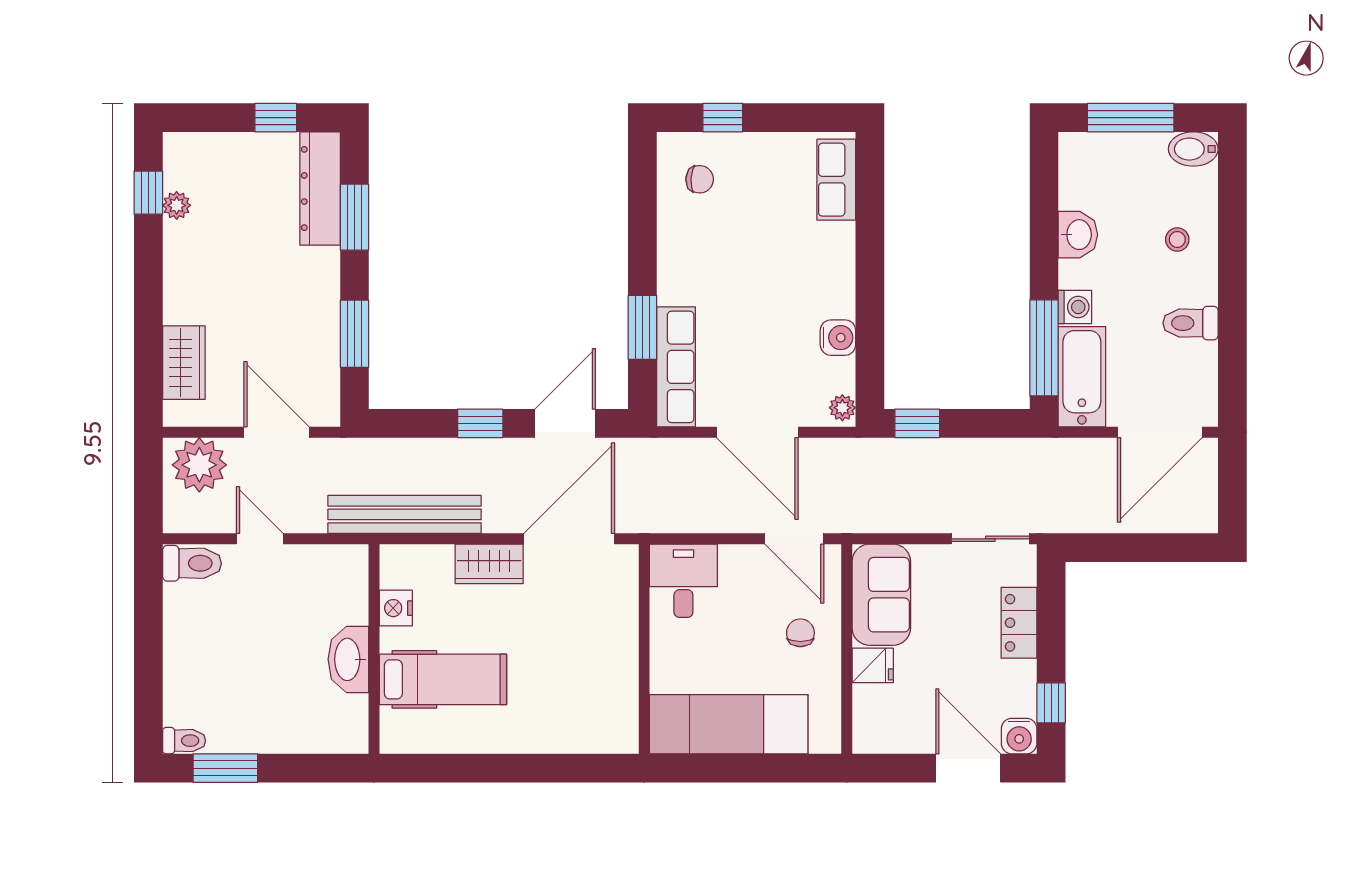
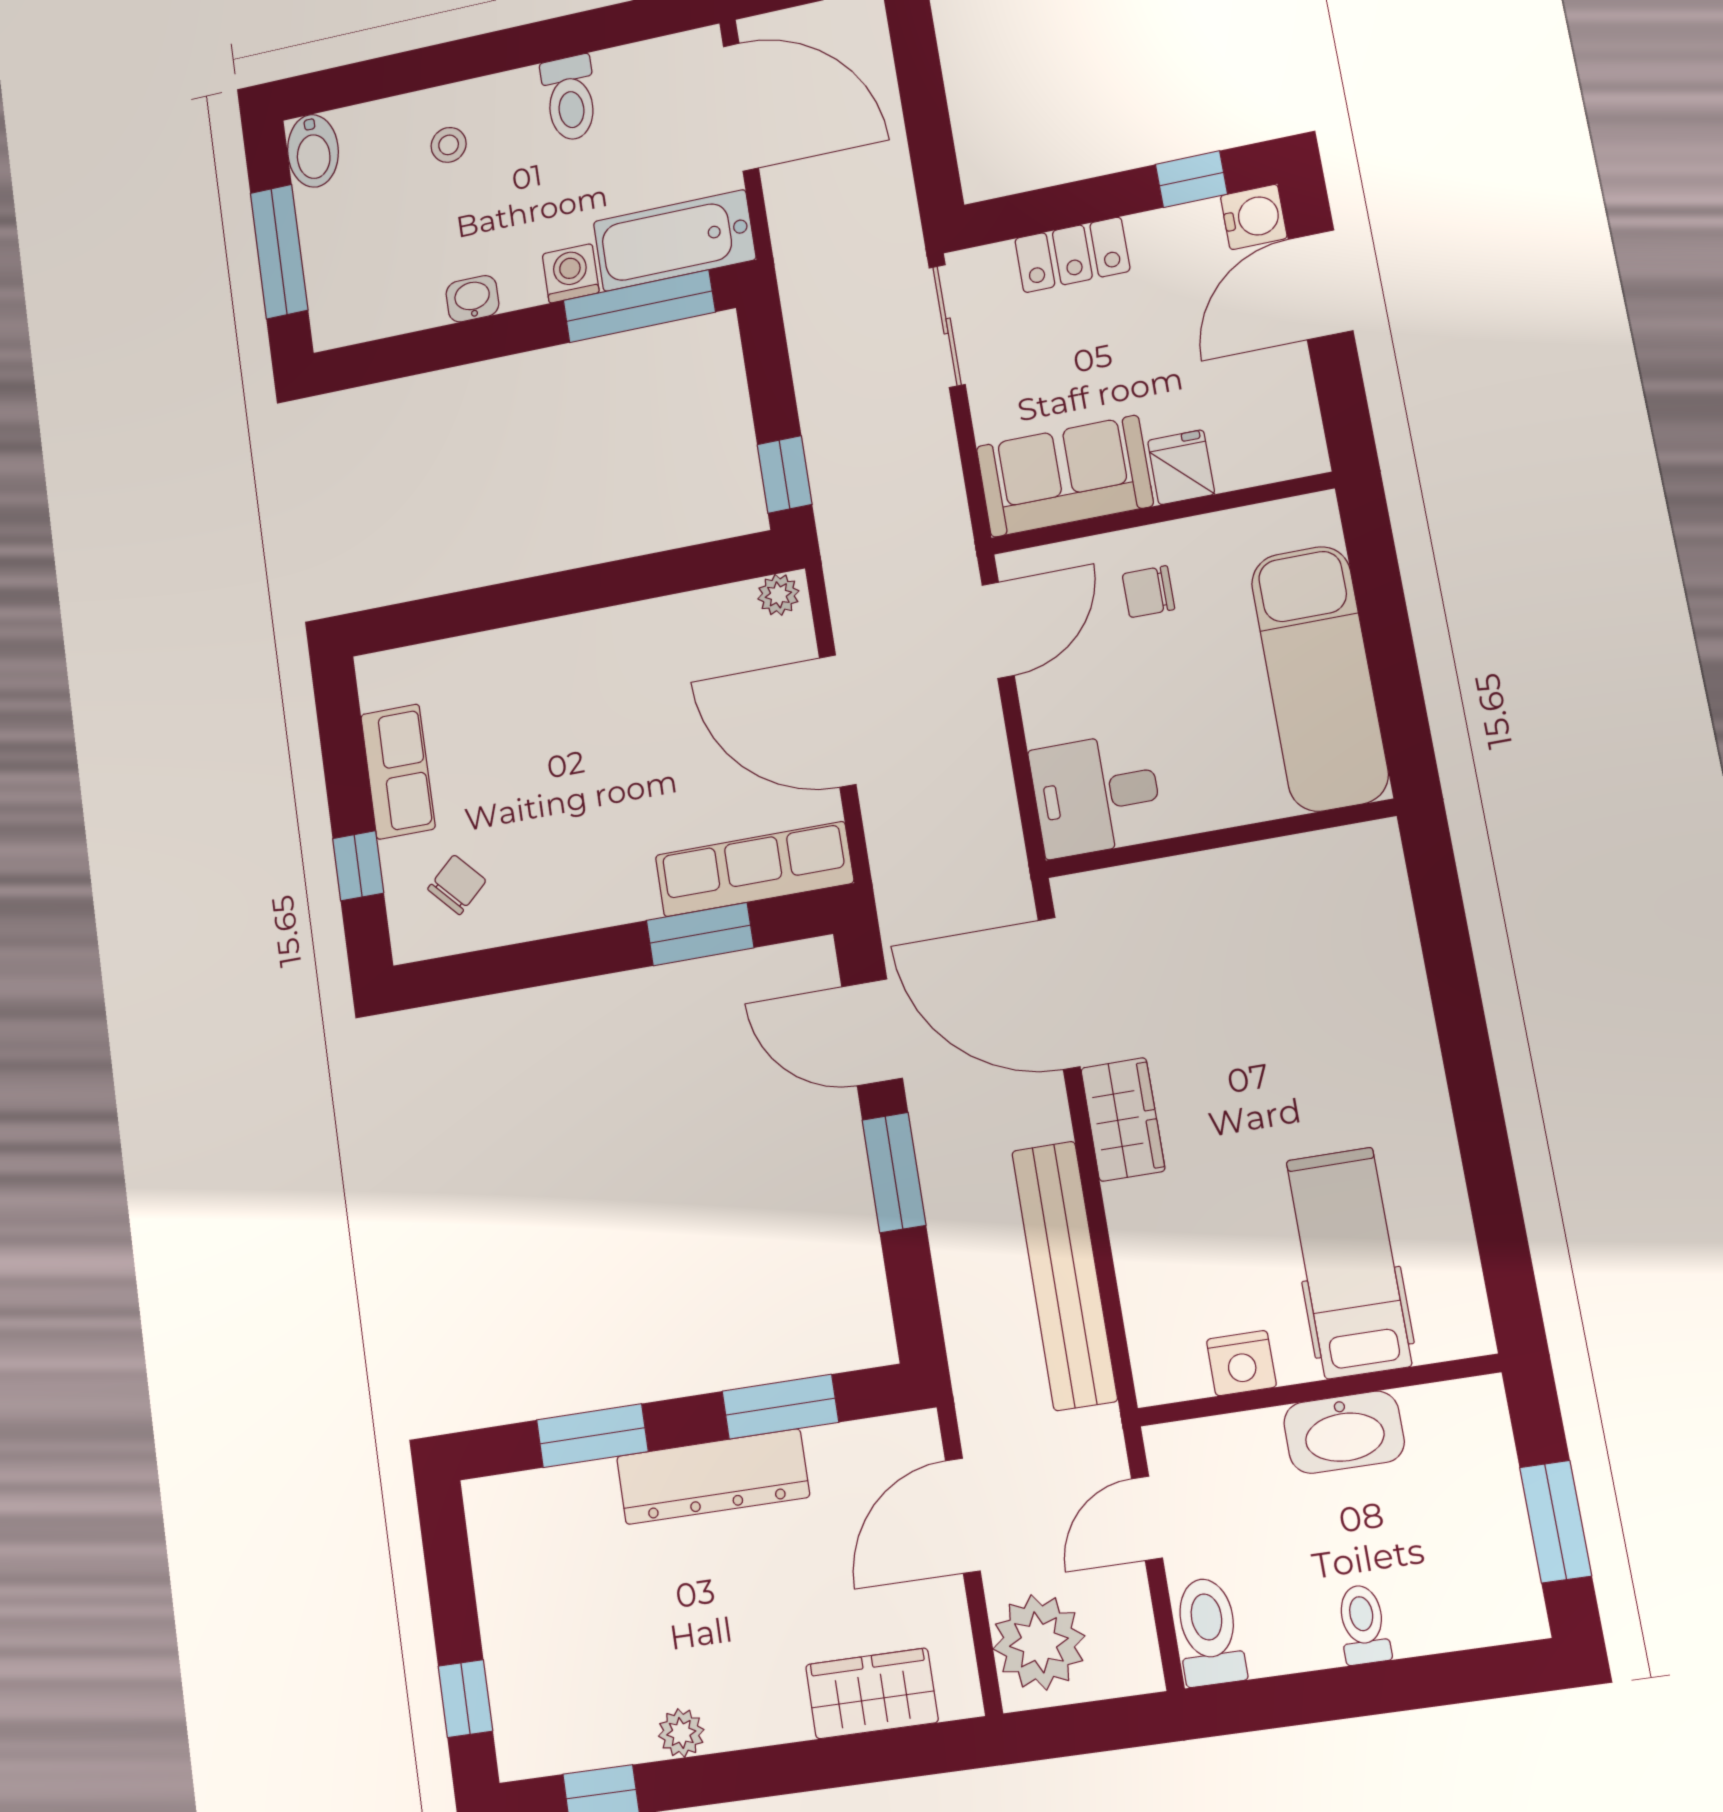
window: (276, 118) -> (465, 1698), moved
chair: (700, 179) -> (457, 885), turned 44
row of seats: (836, 180) -> (398, 772), moved, turned -90
dresser: (320, 189) -> (713, 1477), moved
plant: (177, 205) -> (681, 1733), moved
washbasin: (1078, 235) -> (472, 299), width x0.72, depth x0.69
water cooler: (838, 338) -> (670, 623), removed
window: (480, 423) -> (894, 1172), width x1.50
door: (757, 432) -> (838, 721), swing flipped
nightstand: (396, 608) -> (1241, 1363), moved
wall: (374, 649) -> (1318, 1390), moved
washbasin: (348, 659) -> (1344, 1432), moved
hospital bed: (443, 679) -> (1349, 1263), moved
toilet: (184, 741) -> (1363, 1624), moved

